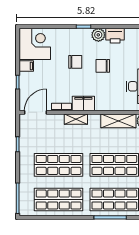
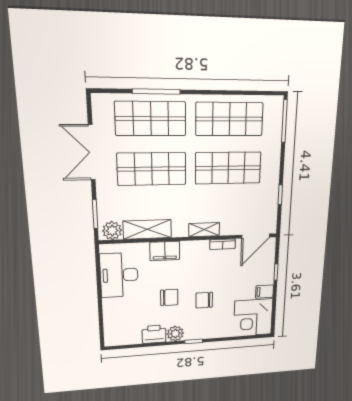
filing cabinet: (83, 104) -> (165, 251), moved

